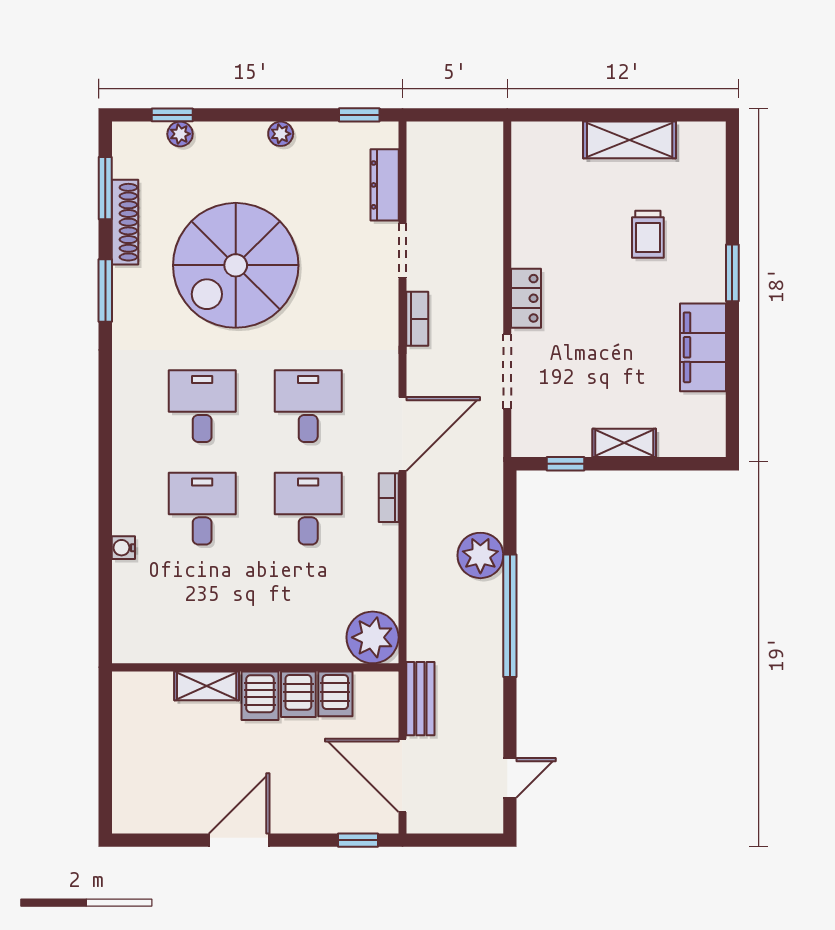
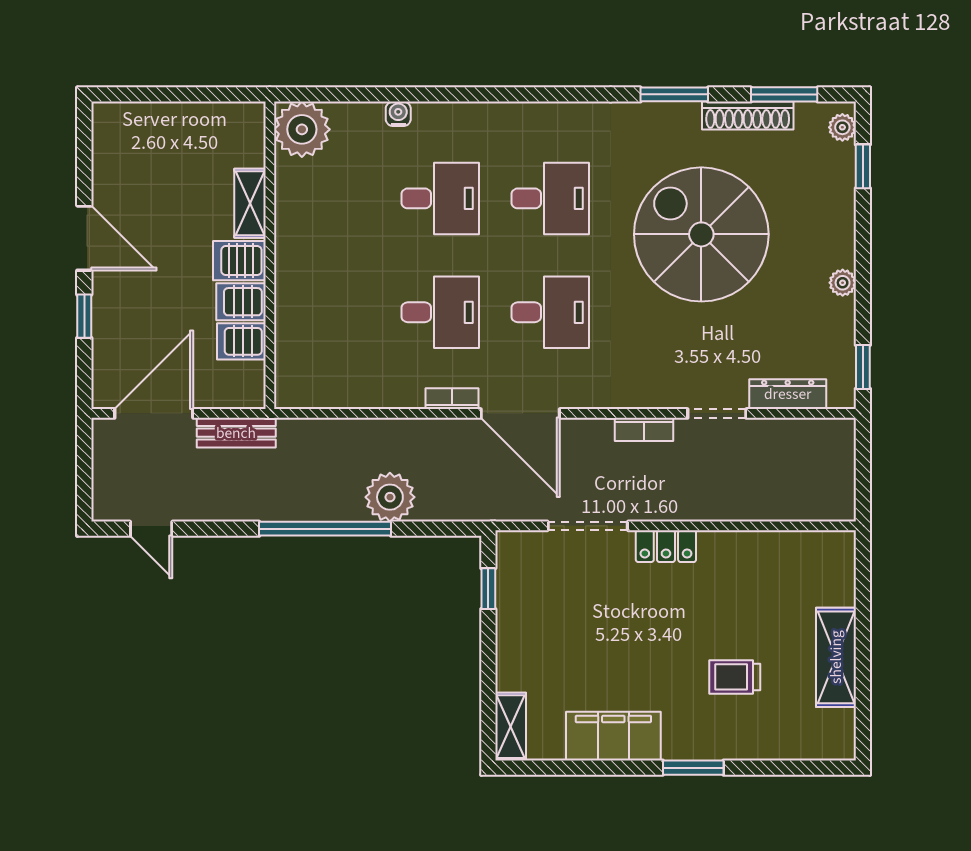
plant: (180, 134) -> (842, 127), moved
shelving: (624, 443) -> (511, 727), moved
plant: (373, 637) -> (302, 129), moved
window: (358, 840) -> (84, 316), moved

